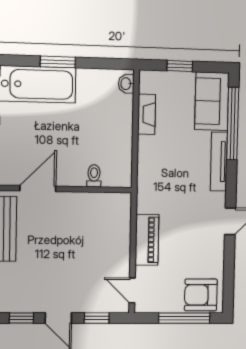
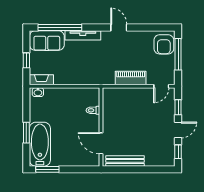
fireplace: (147, 114) -> (41, 80), moved

